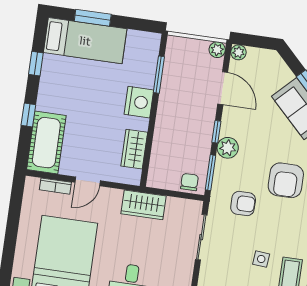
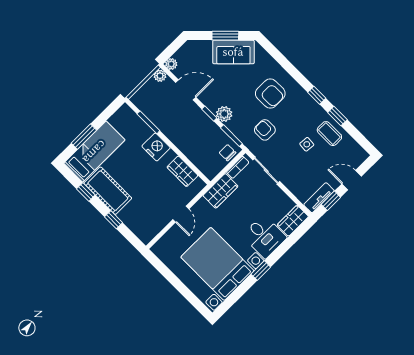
cot: (46, 143) -> (108, 191), moved
bookcase: (55, 186) -> (238, 167), moved
armchair: (243, 203) -> (265, 130), turned -90

